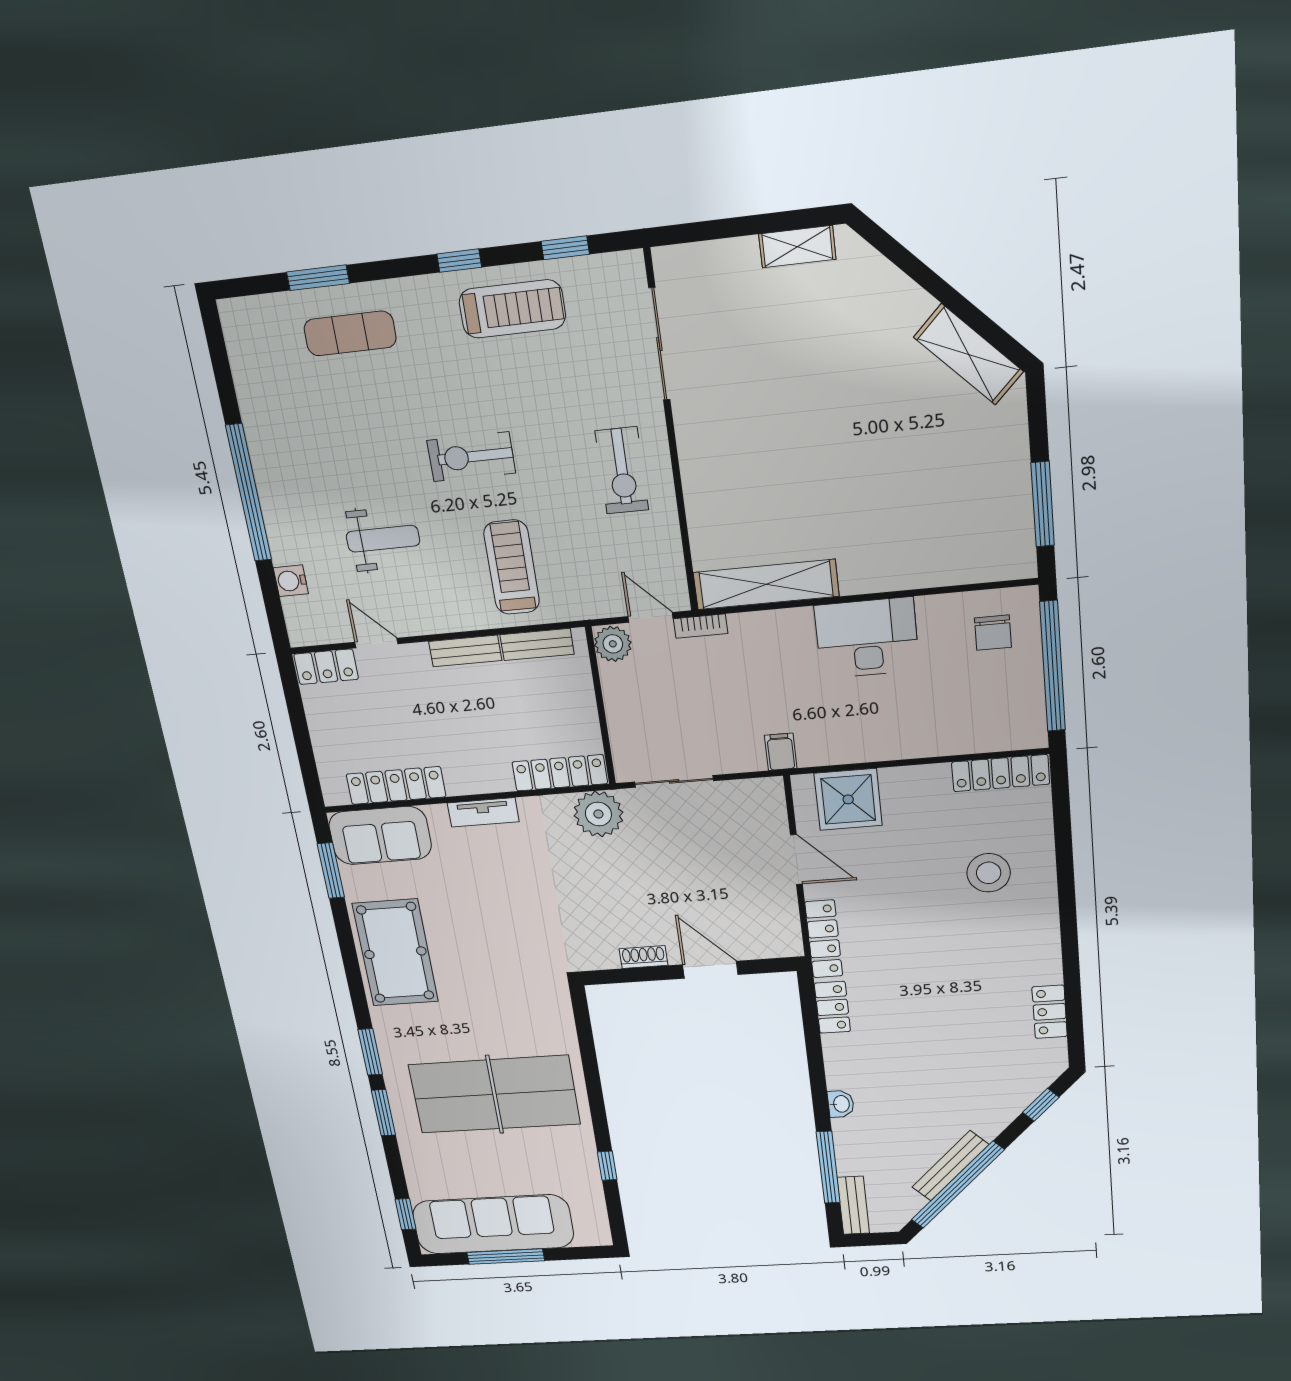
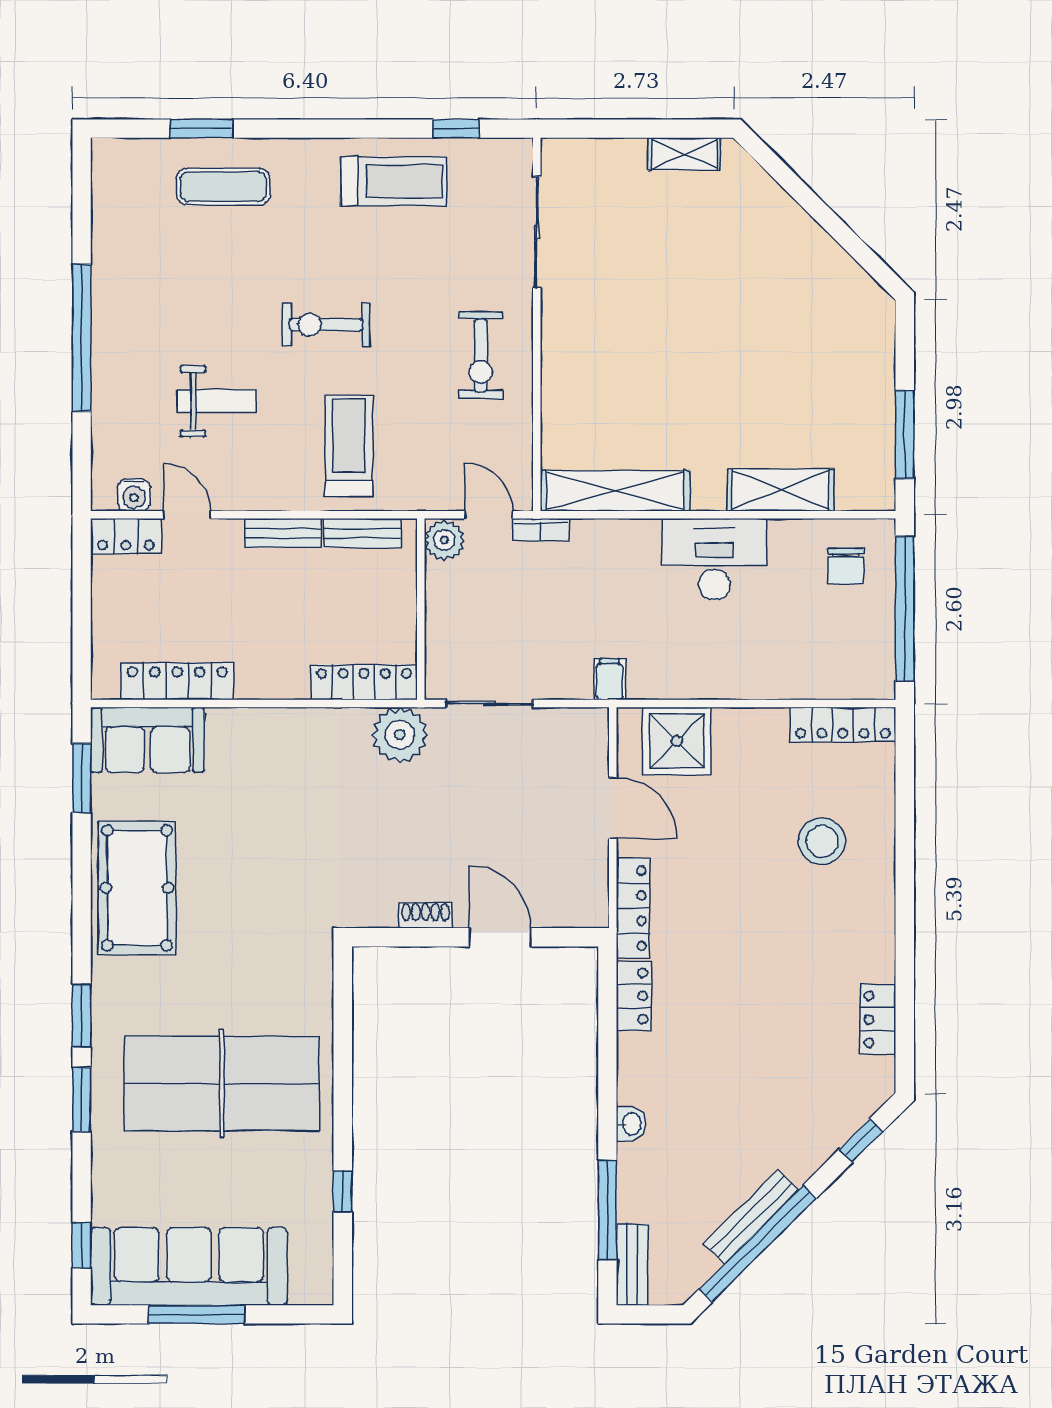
window: (459, 261) -> (348, 129), removed
shelving: (969, 354) -> (781, 490), moved, turned -45
water cooler: (291, 581) -> (134, 495), moved, turned -90
tv unit: (483, 812) -> (270, 722), removed

